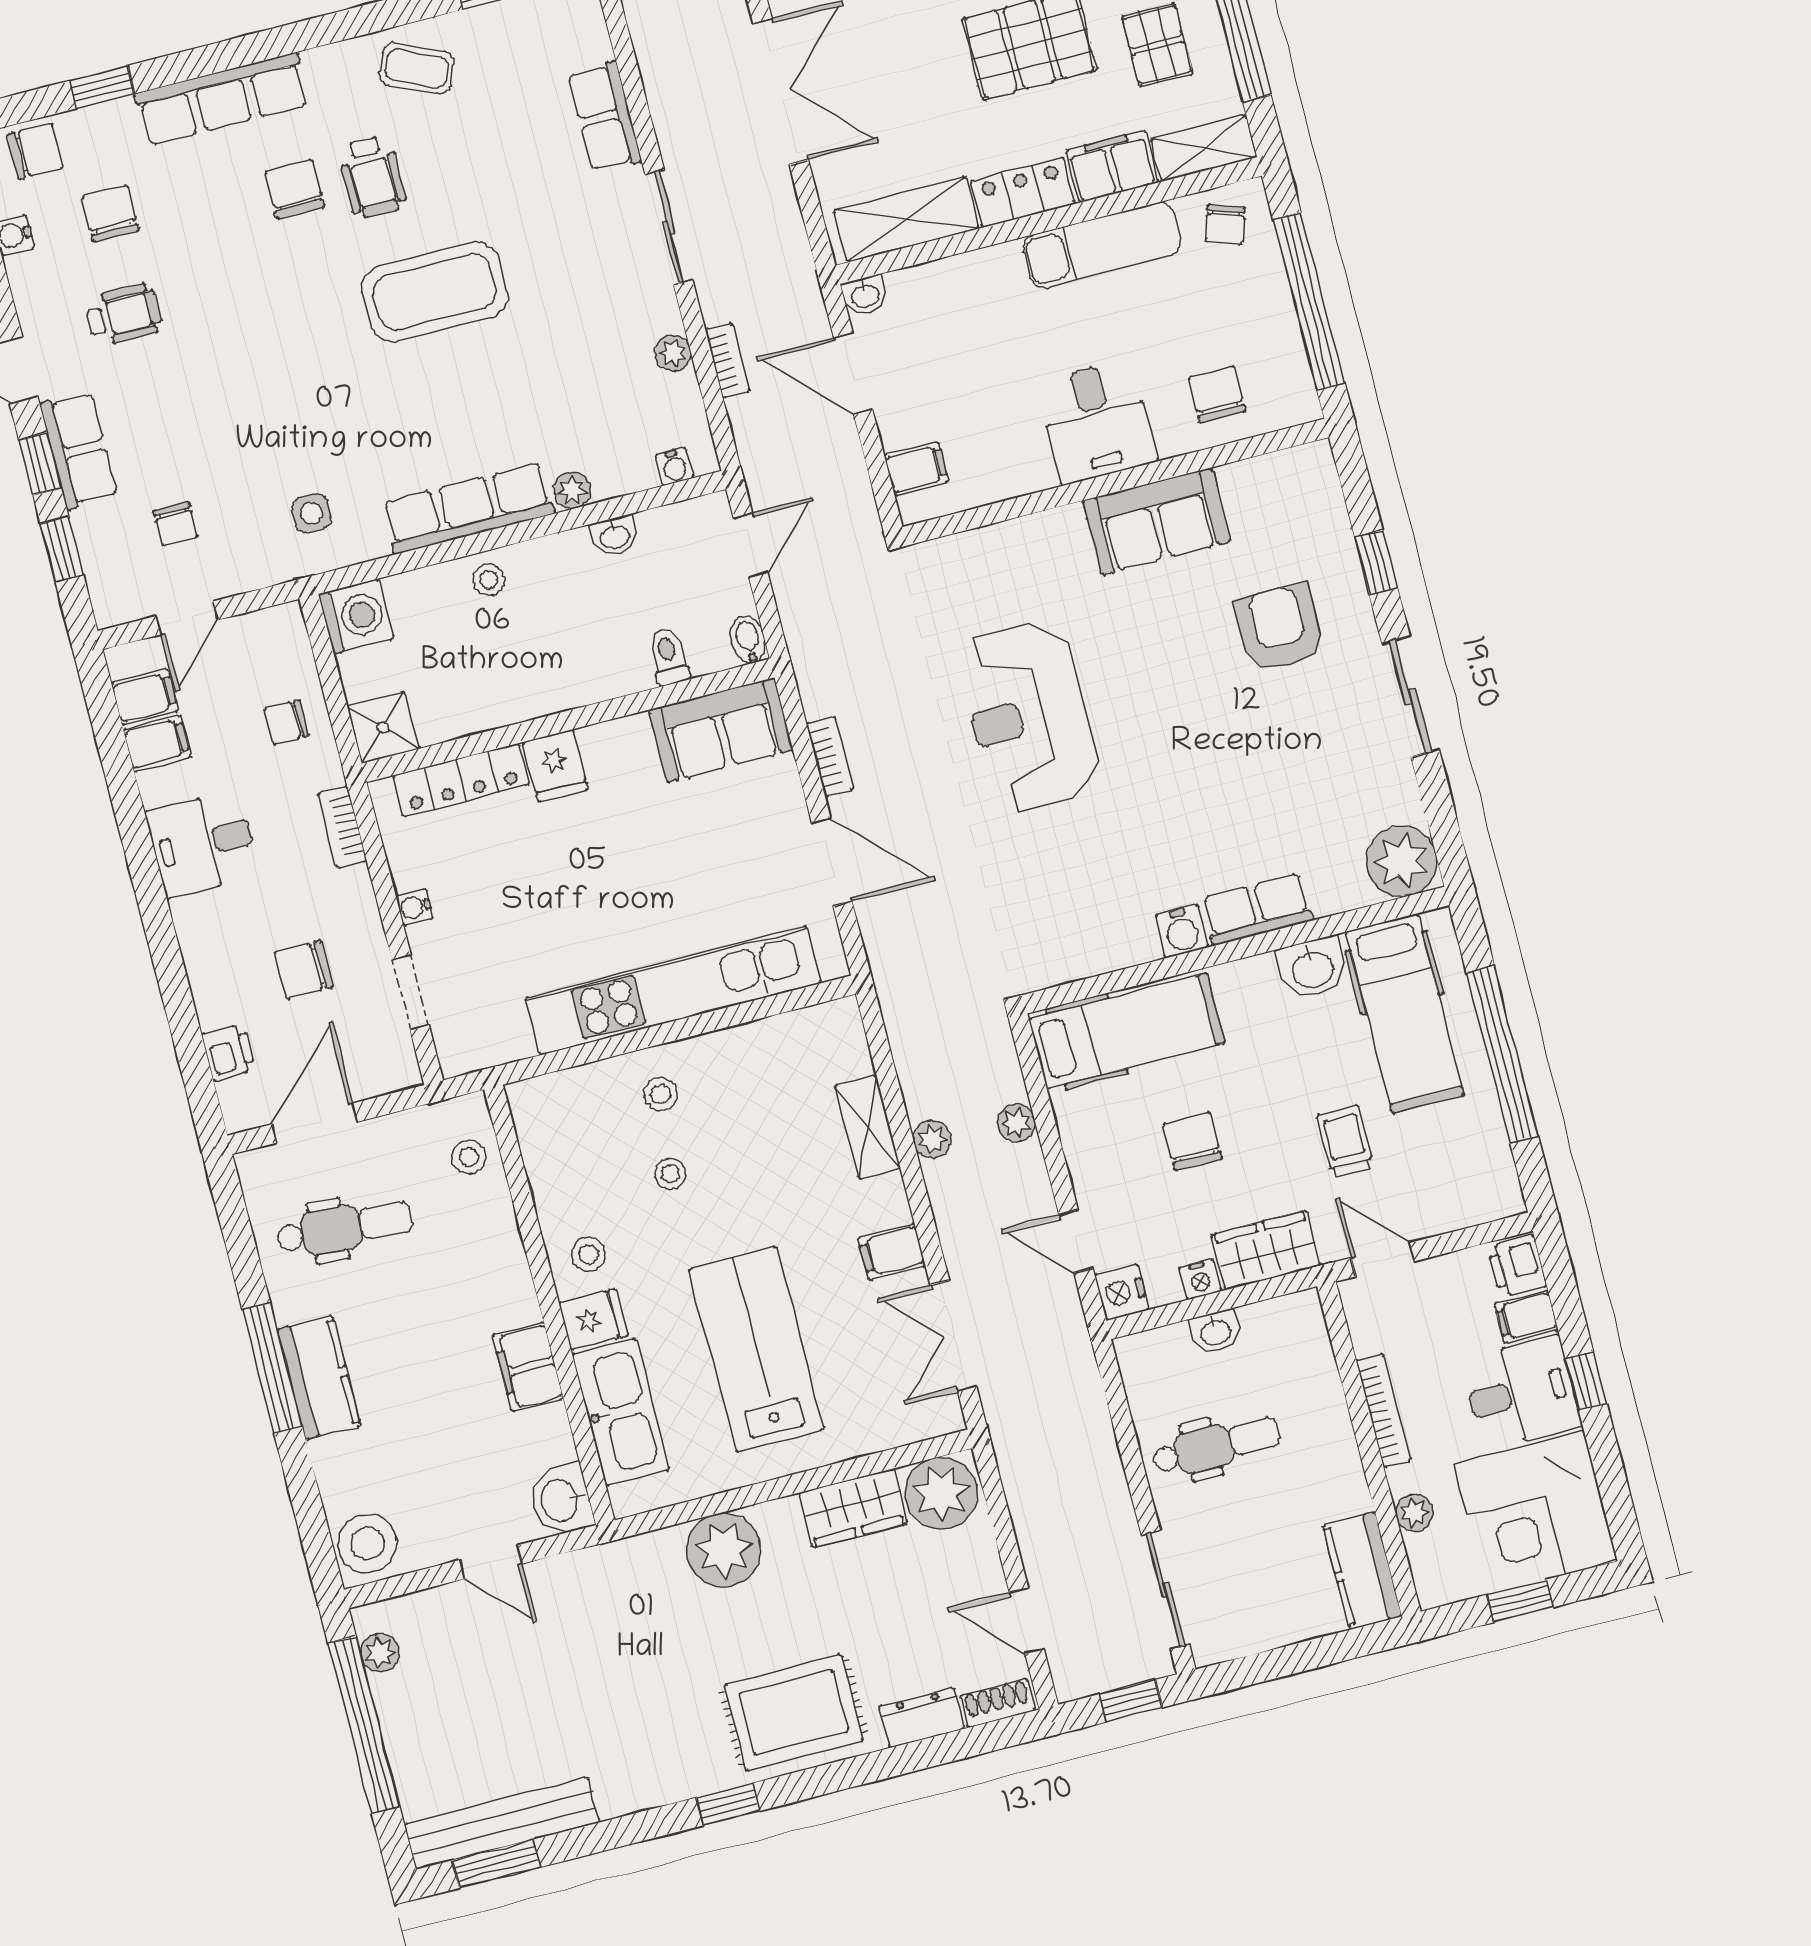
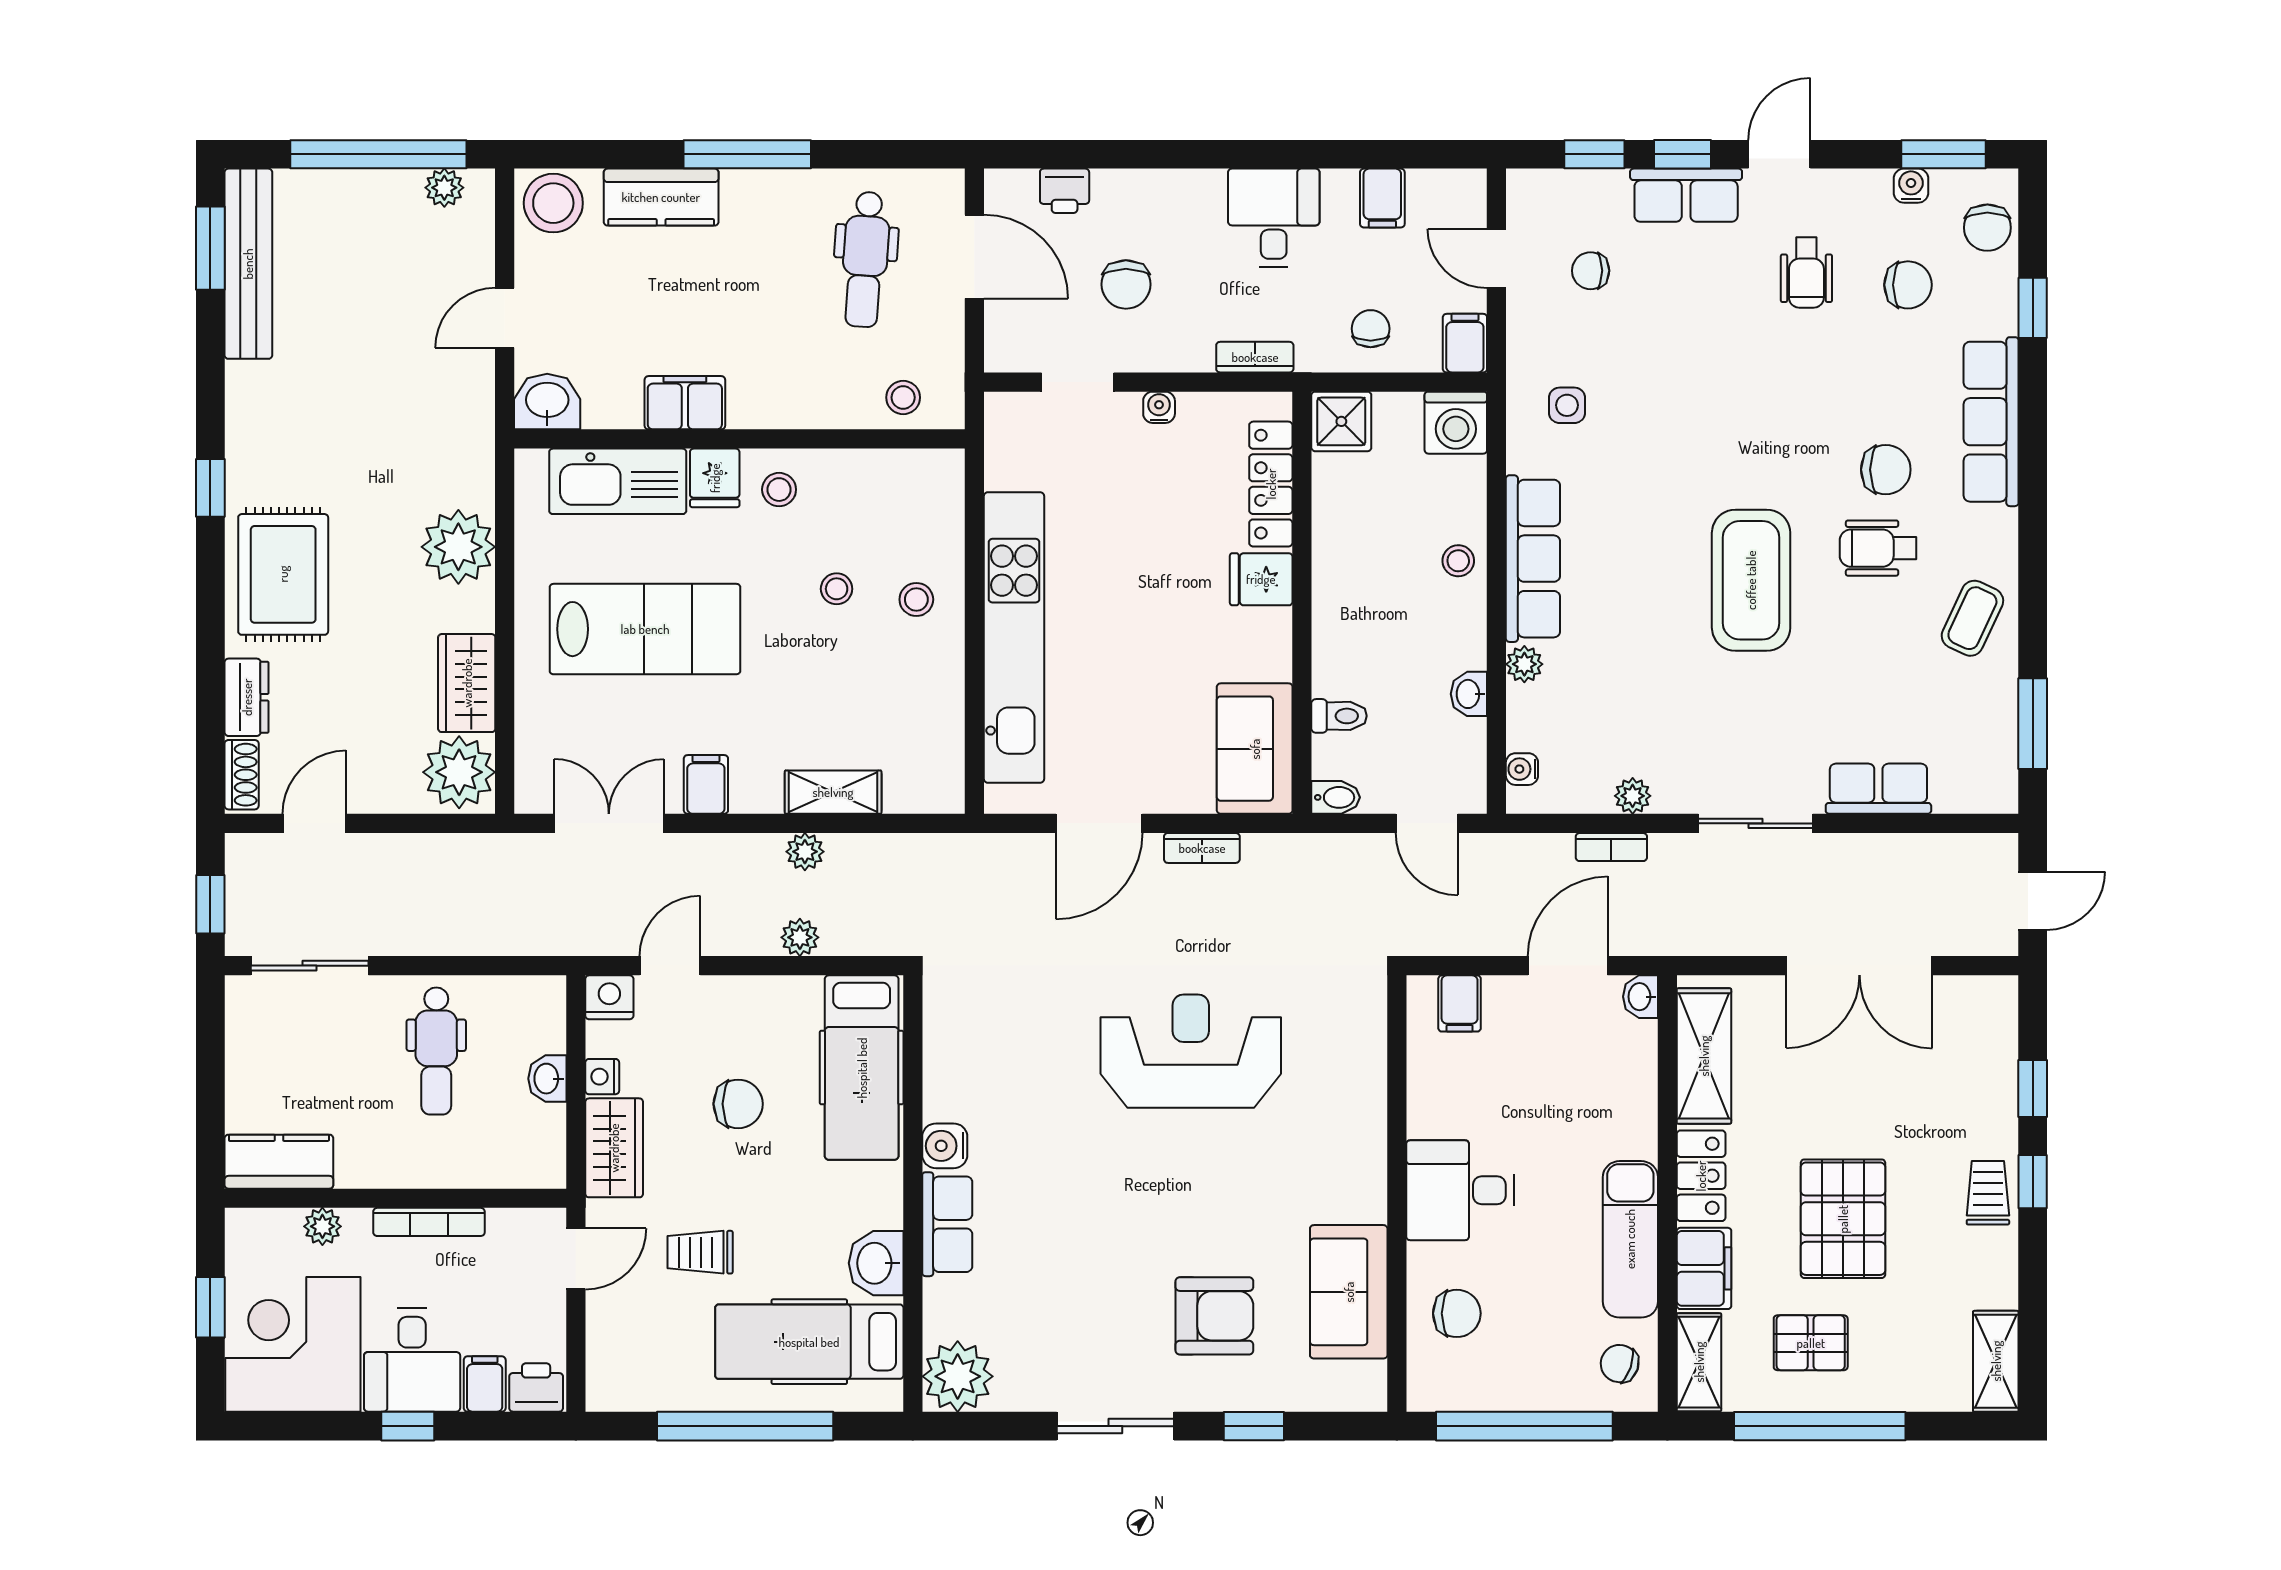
sofa: (1157, 521) -> (1349, 1292), moved
filing cabinet: (145, 697) -> (1465, 343), moved, turned 180
chair: (304, 970) -> (1126, 284), turned 180
trolley: (1345, 1141) -> (700, 1252), turned 180
kitchen counter: (319, 1378) -> (661, 197), moved

